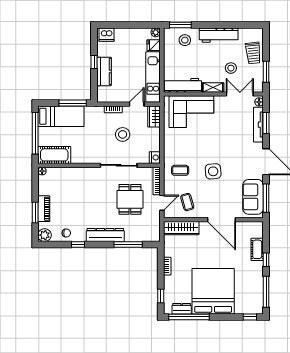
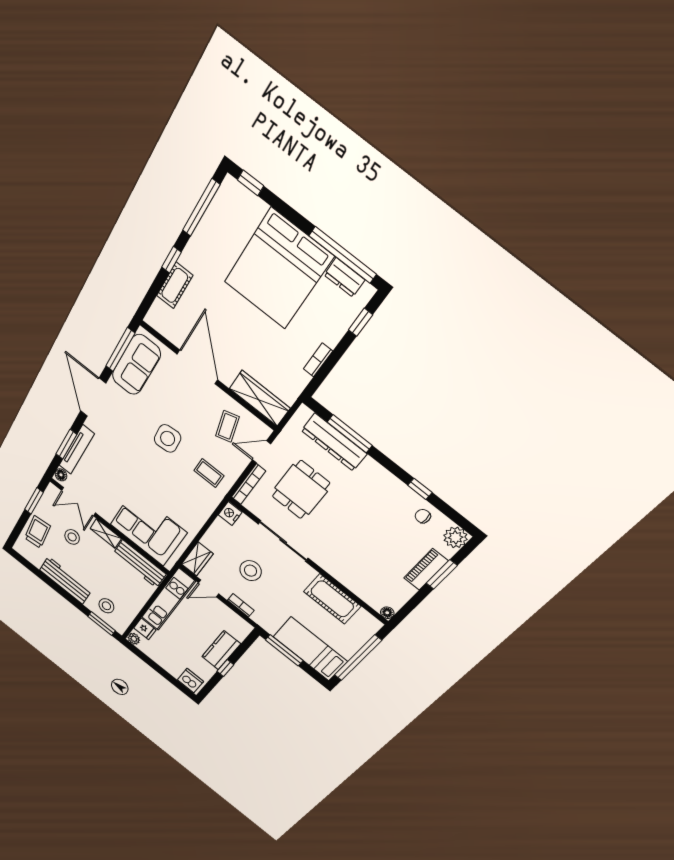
cot: (54, 155) -> (332, 599), moved
dresser: (105, 235) -> (334, 442), moved

